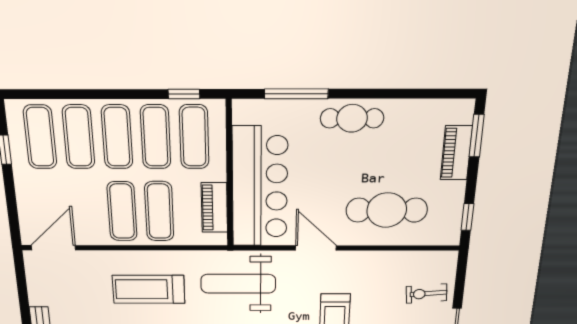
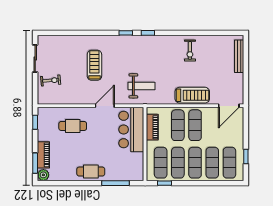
plant: (461, 111) -> (43, 175), added
bar counter: (260, 187) -> (131, 130), width x0.73
cafe table: (387, 210) -> (73, 126), width x0.73, depth x0.74
door: (316, 248) -> (105, 106), swing flipped
weight bench: (238, 284) -> (141, 86), width x0.73, depth x0.75
treadmill: (149, 289) -> (192, 95), moved

